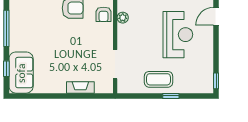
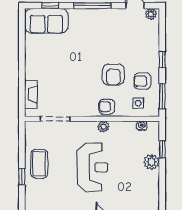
reception desk: (178, 35) -> (92, 167), moved, turned -90
fireplace: (80, 87) -> (31, 94), moved

